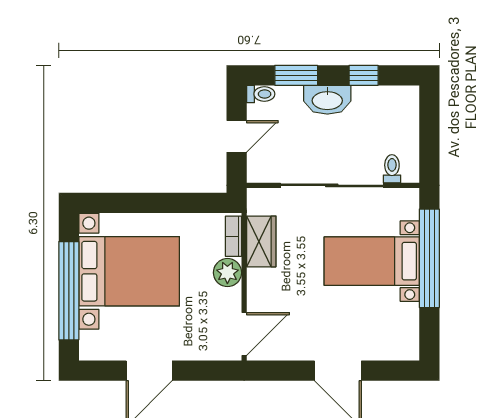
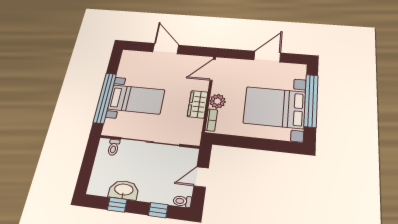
window: (296, 75) -> (158, 210), width x0.67
washbasin: (327, 100) -> (124, 190), moved
wardrobe: (261, 241) -> (198, 104), moved

